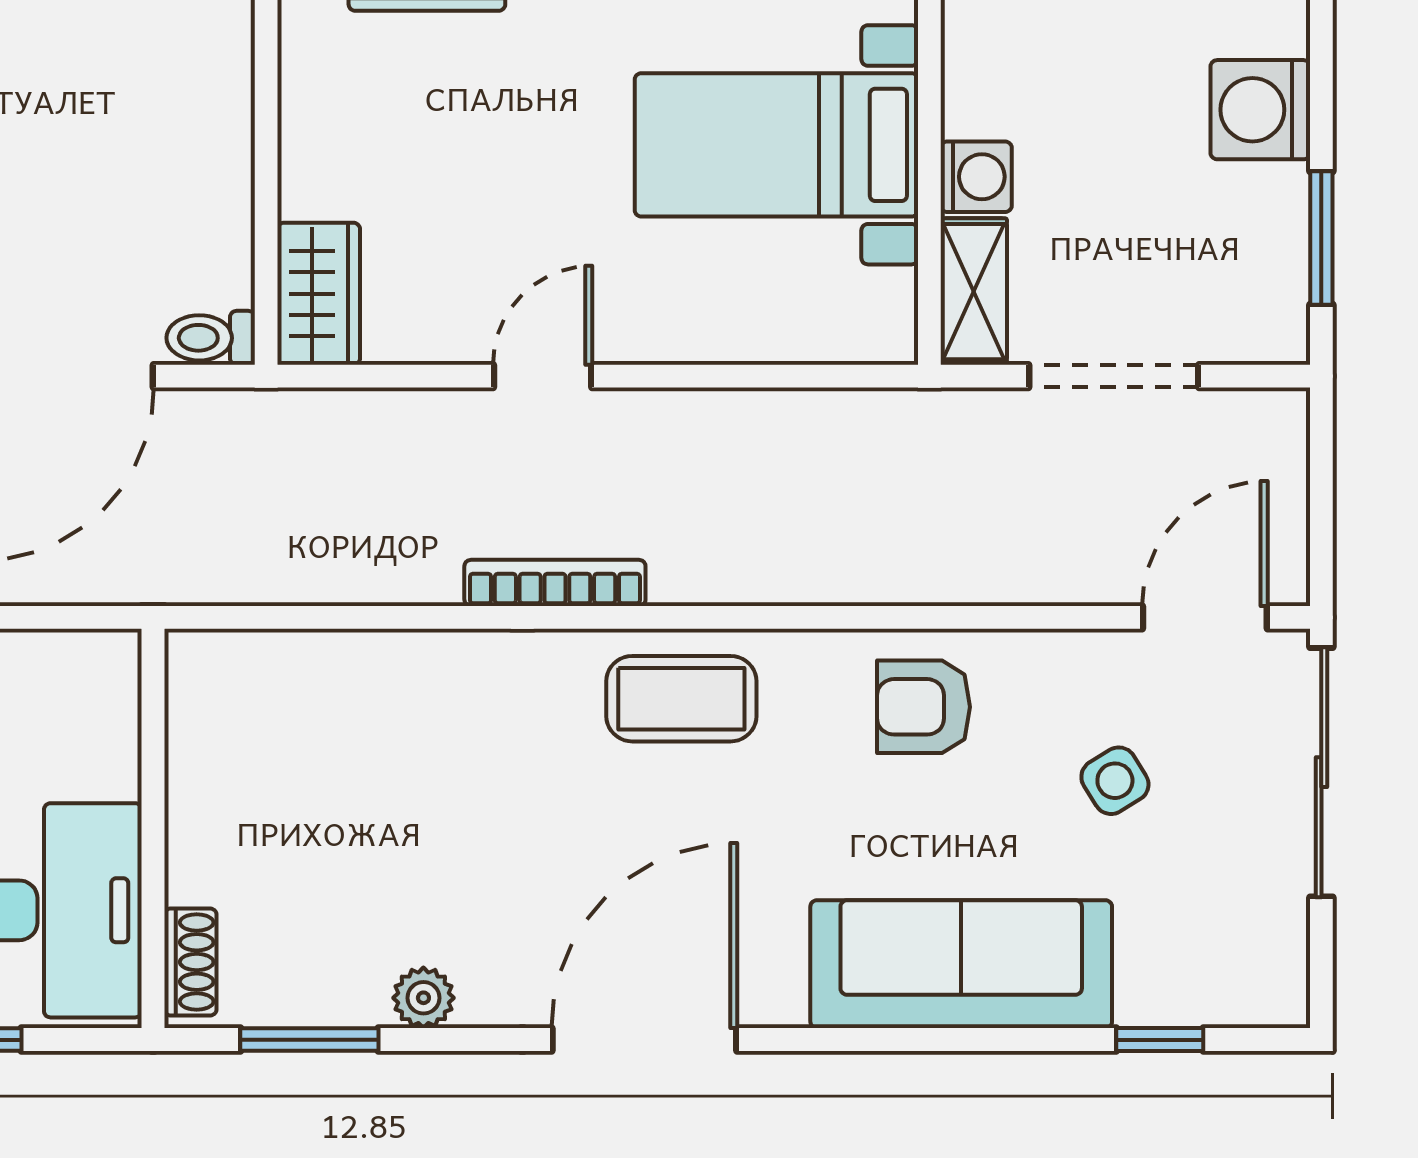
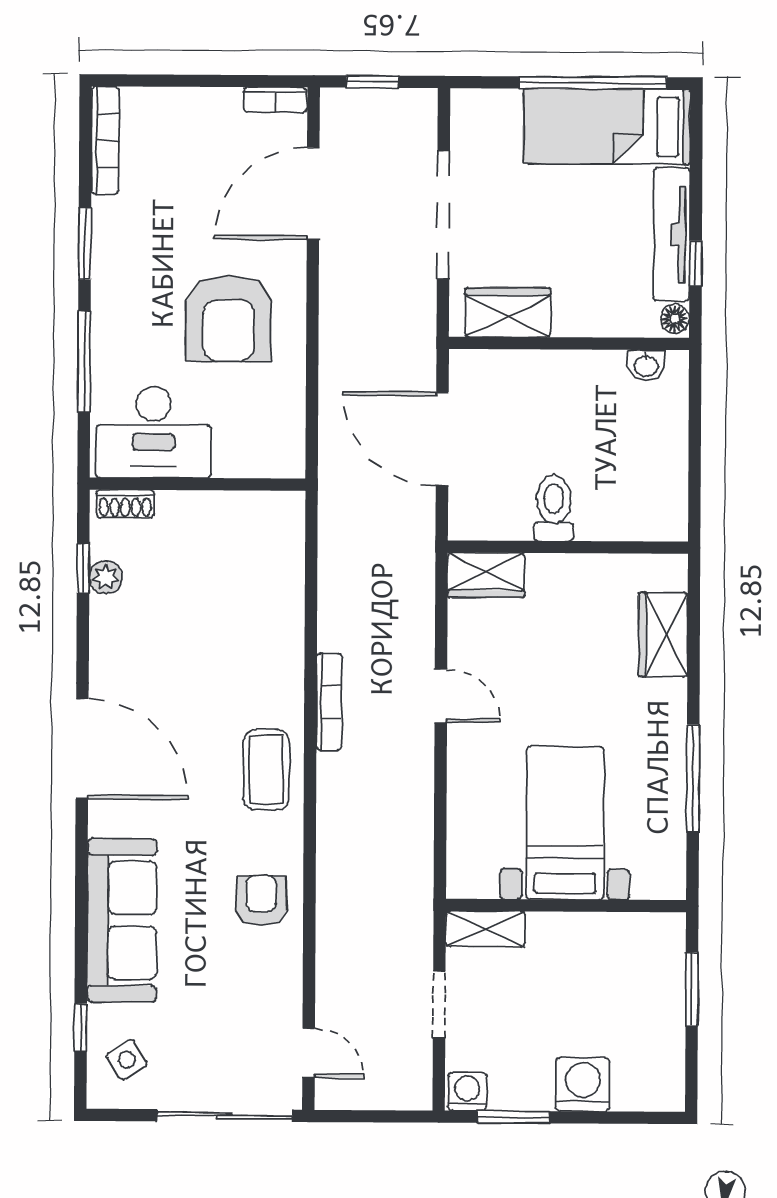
washing machine: (976, 177) -> (467, 1092), moved, turned 180
toilet: (211, 338) -> (554, 508), moved, width x1.37, depth x1.39
doorway: (1114, 376) -> (439, 1004), width x0.73
door: (1205, 617) -> (309, 1053), width x0.73
side table: (1115, 781) -> (127, 1060), moved
plant: (423, 998) -> (106, 577), moved
window: (309, 1040) -> (83, 568), width x0.67

